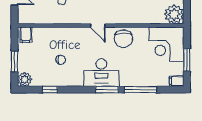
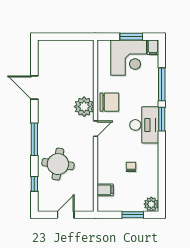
plant: (174, 14) -> (84, 107), moved
filing cabinet: (26, 35) -> (105, 190), moved
corner desk: (166, 44) -> (129, 58), moved
window: (50, 90) -> (162, 178), removed

